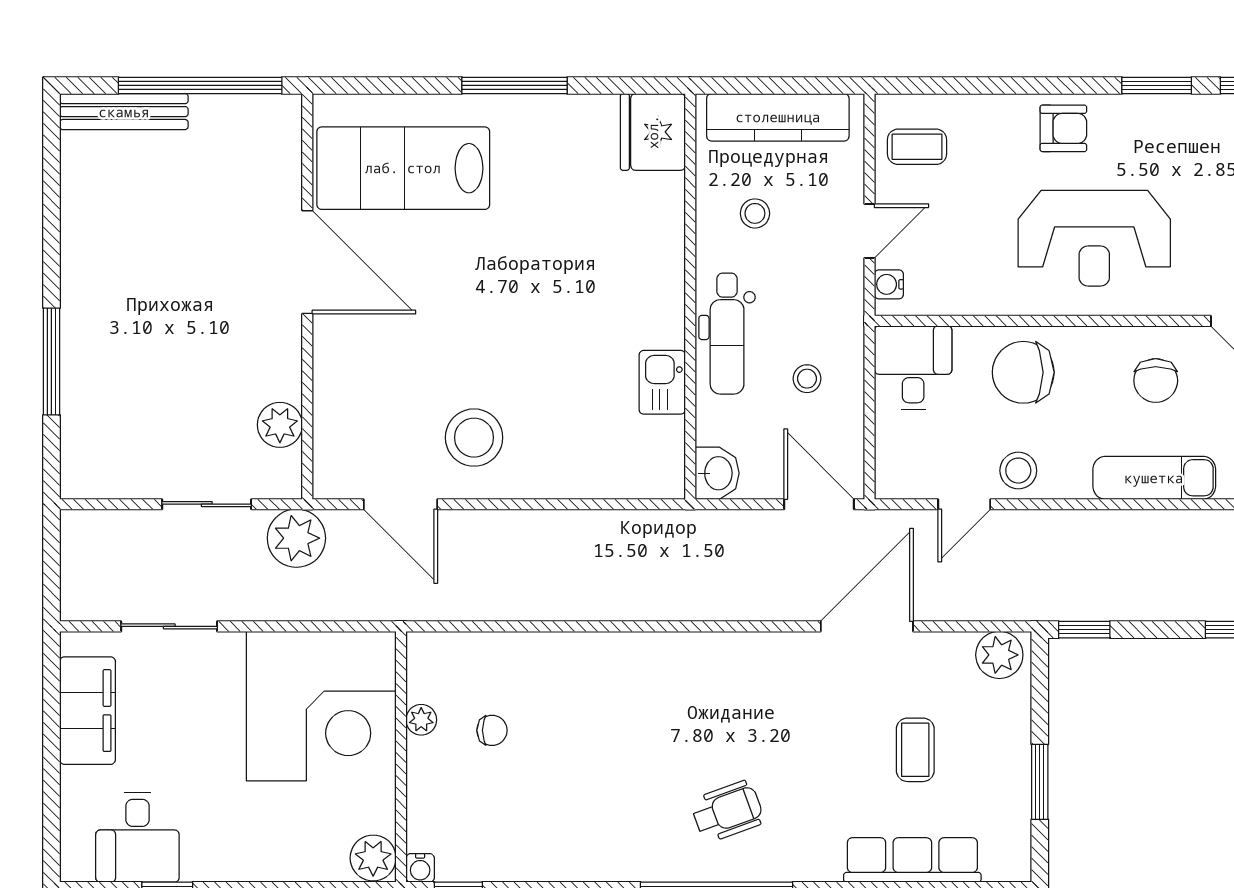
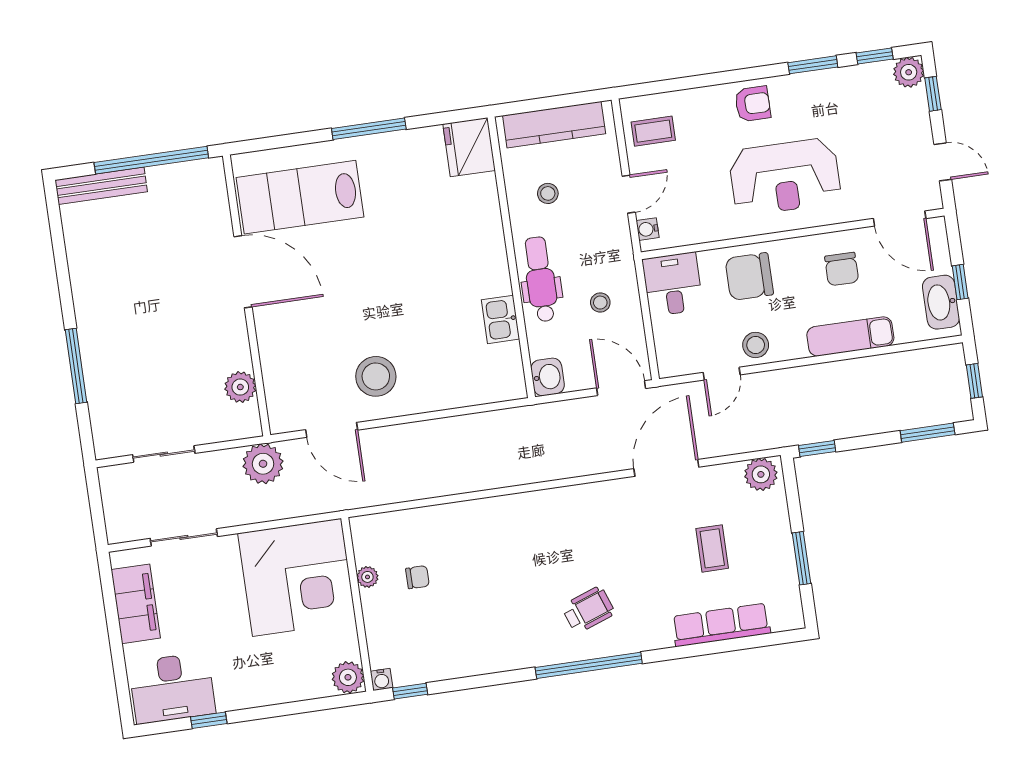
dental chair: (727, 334) -> (540, 279), turned 180
sliding door: (207, 504) -> (164, 454), moved
desk: (137, 837) -> (172, 688), width x1.37

